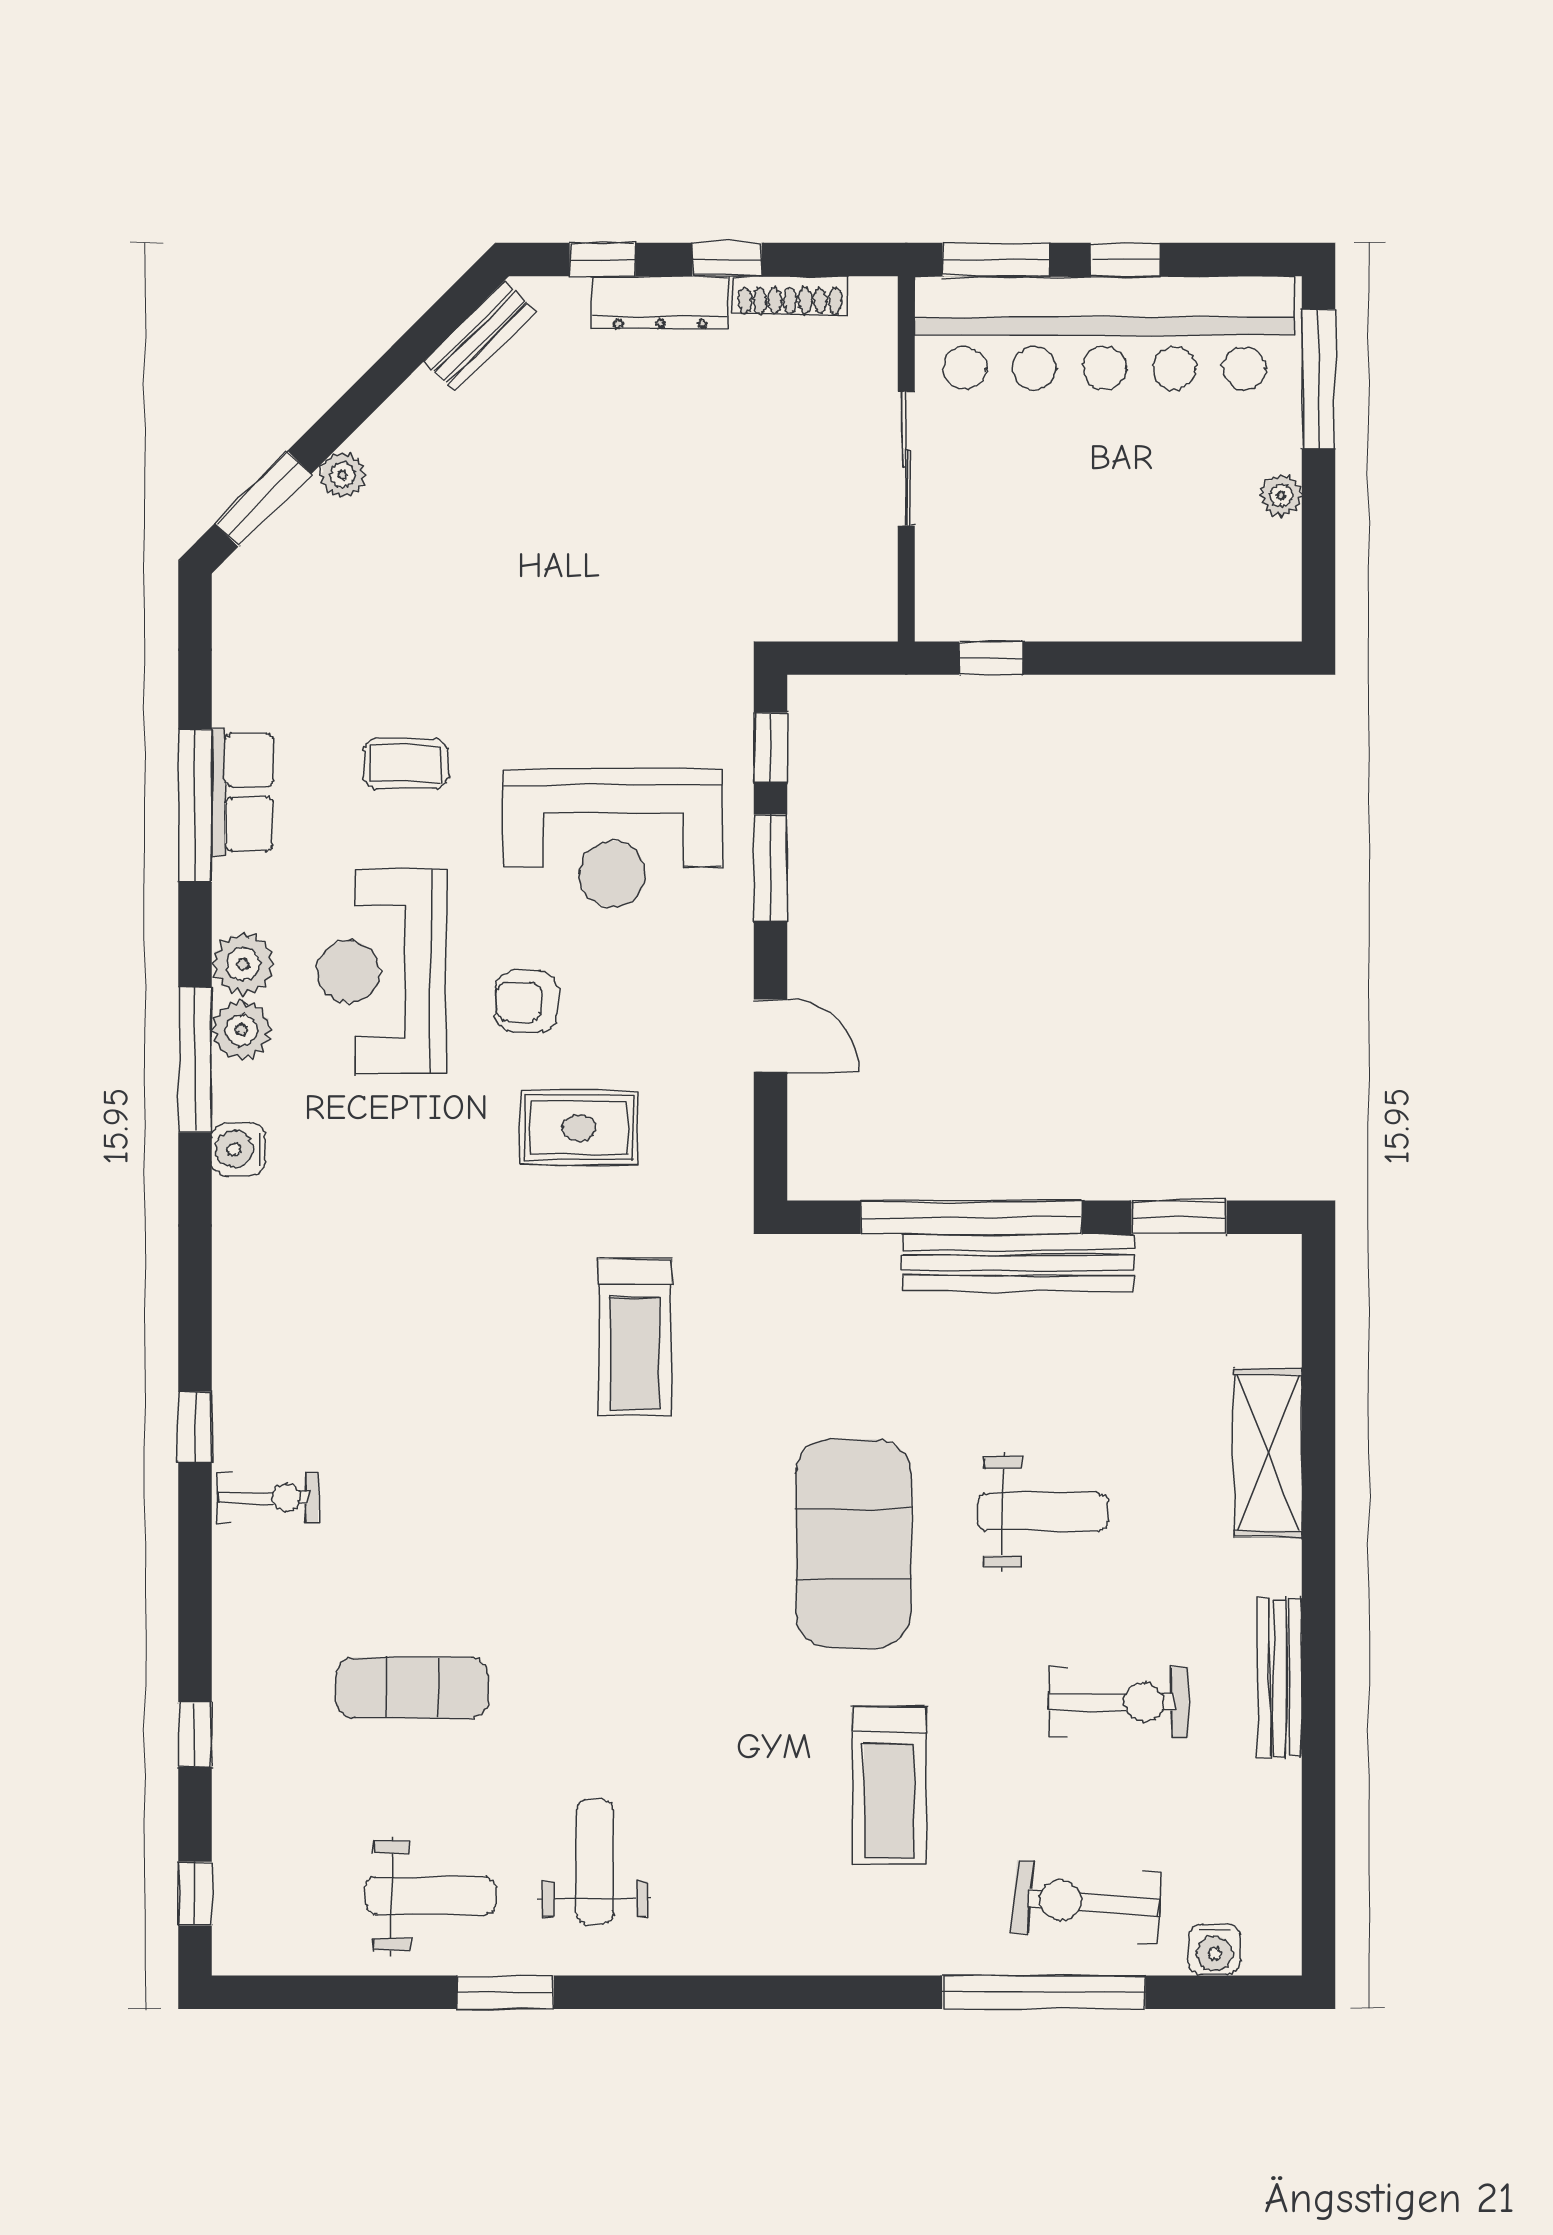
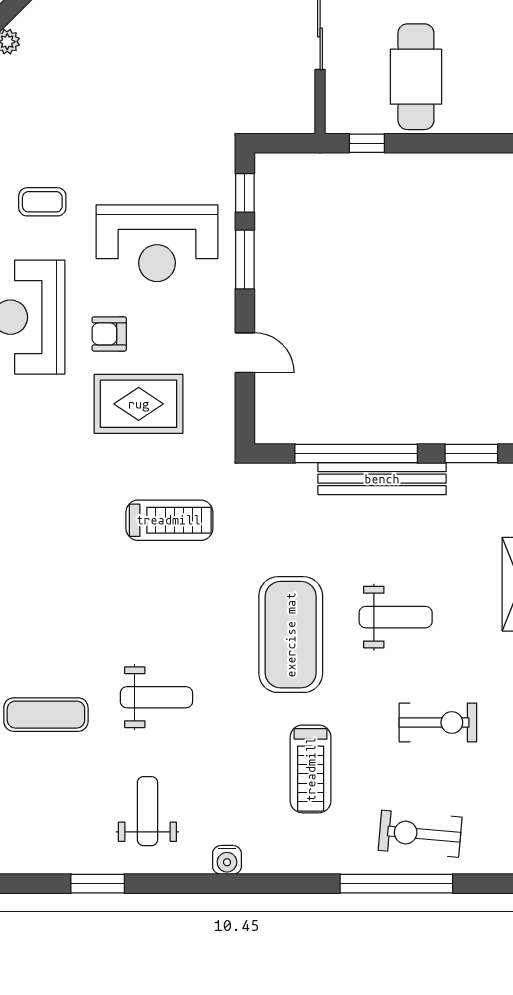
cafe table: (1079, 538) -> (416, 77), added
rug: (579, 1128) -> (139, 404), width x1.36, depth x1.43
treadmill: (635, 1338) -> (169, 520), turned -90
weight bench: (431, 1896) -> (156, 697), moved
water cooler: (1215, 1950) -> (227, 860), moved

